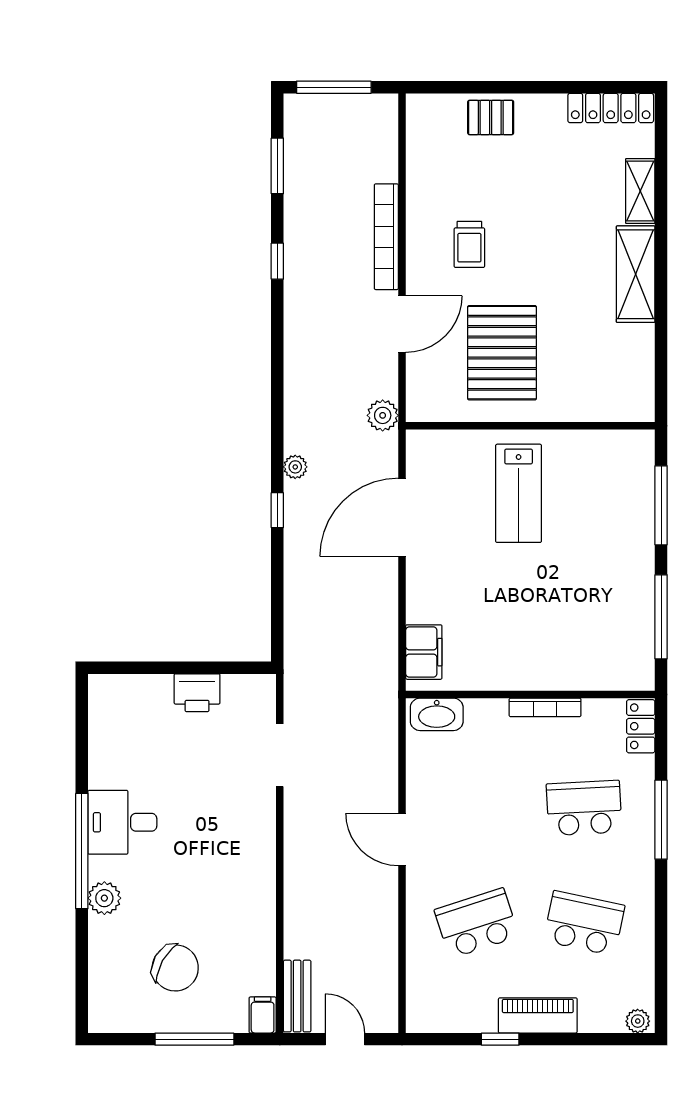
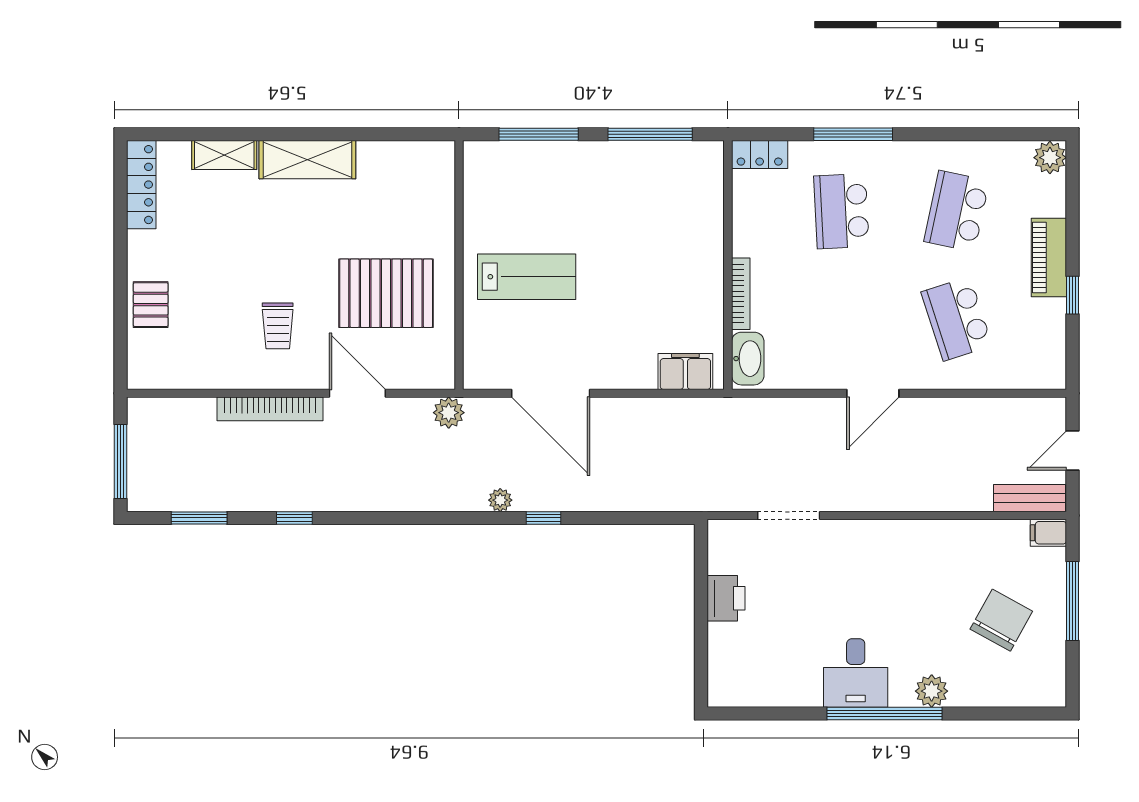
trolley: (469, 244) -> (278, 326), turned 90
bookcase: (545, 707) -> (741, 294), moved
plant: (638, 1021) -> (1050, 158), width x1.38, depth x1.38

